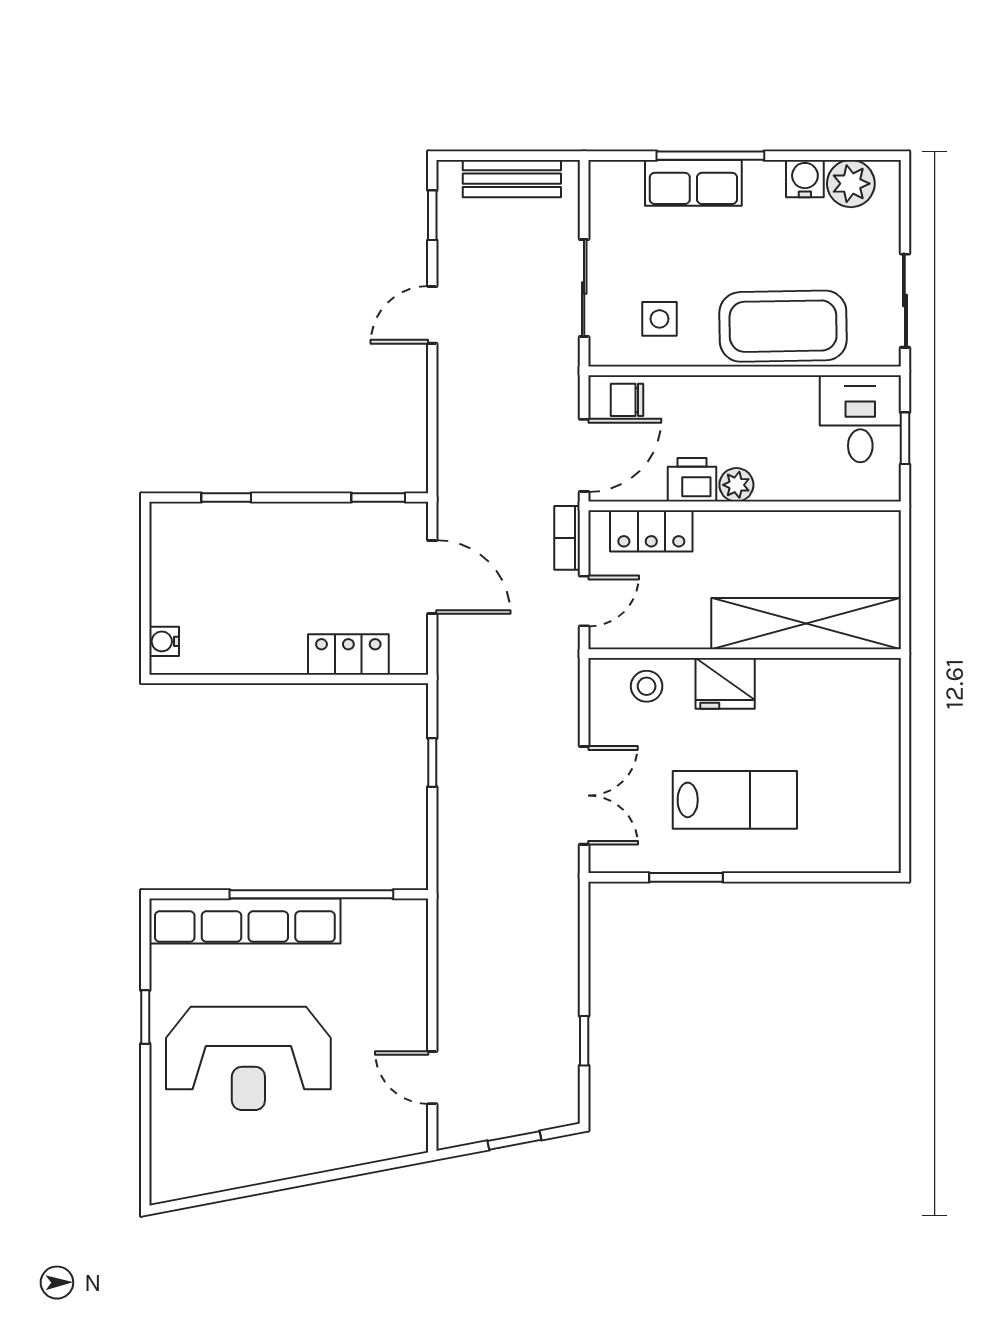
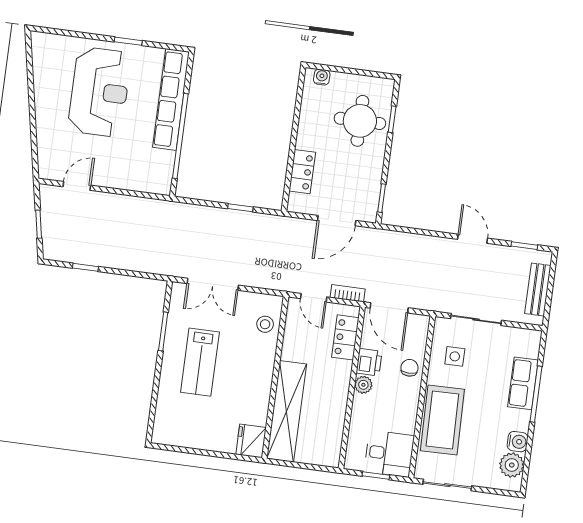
chair: (627, 400) -> (410, 368), moved
round table: (238, 558) -> (360, 121), added
fridge: (725, 683) -> (251, 441), moved
reception desk: (248, 1058) -> (100, 92), turned 180

